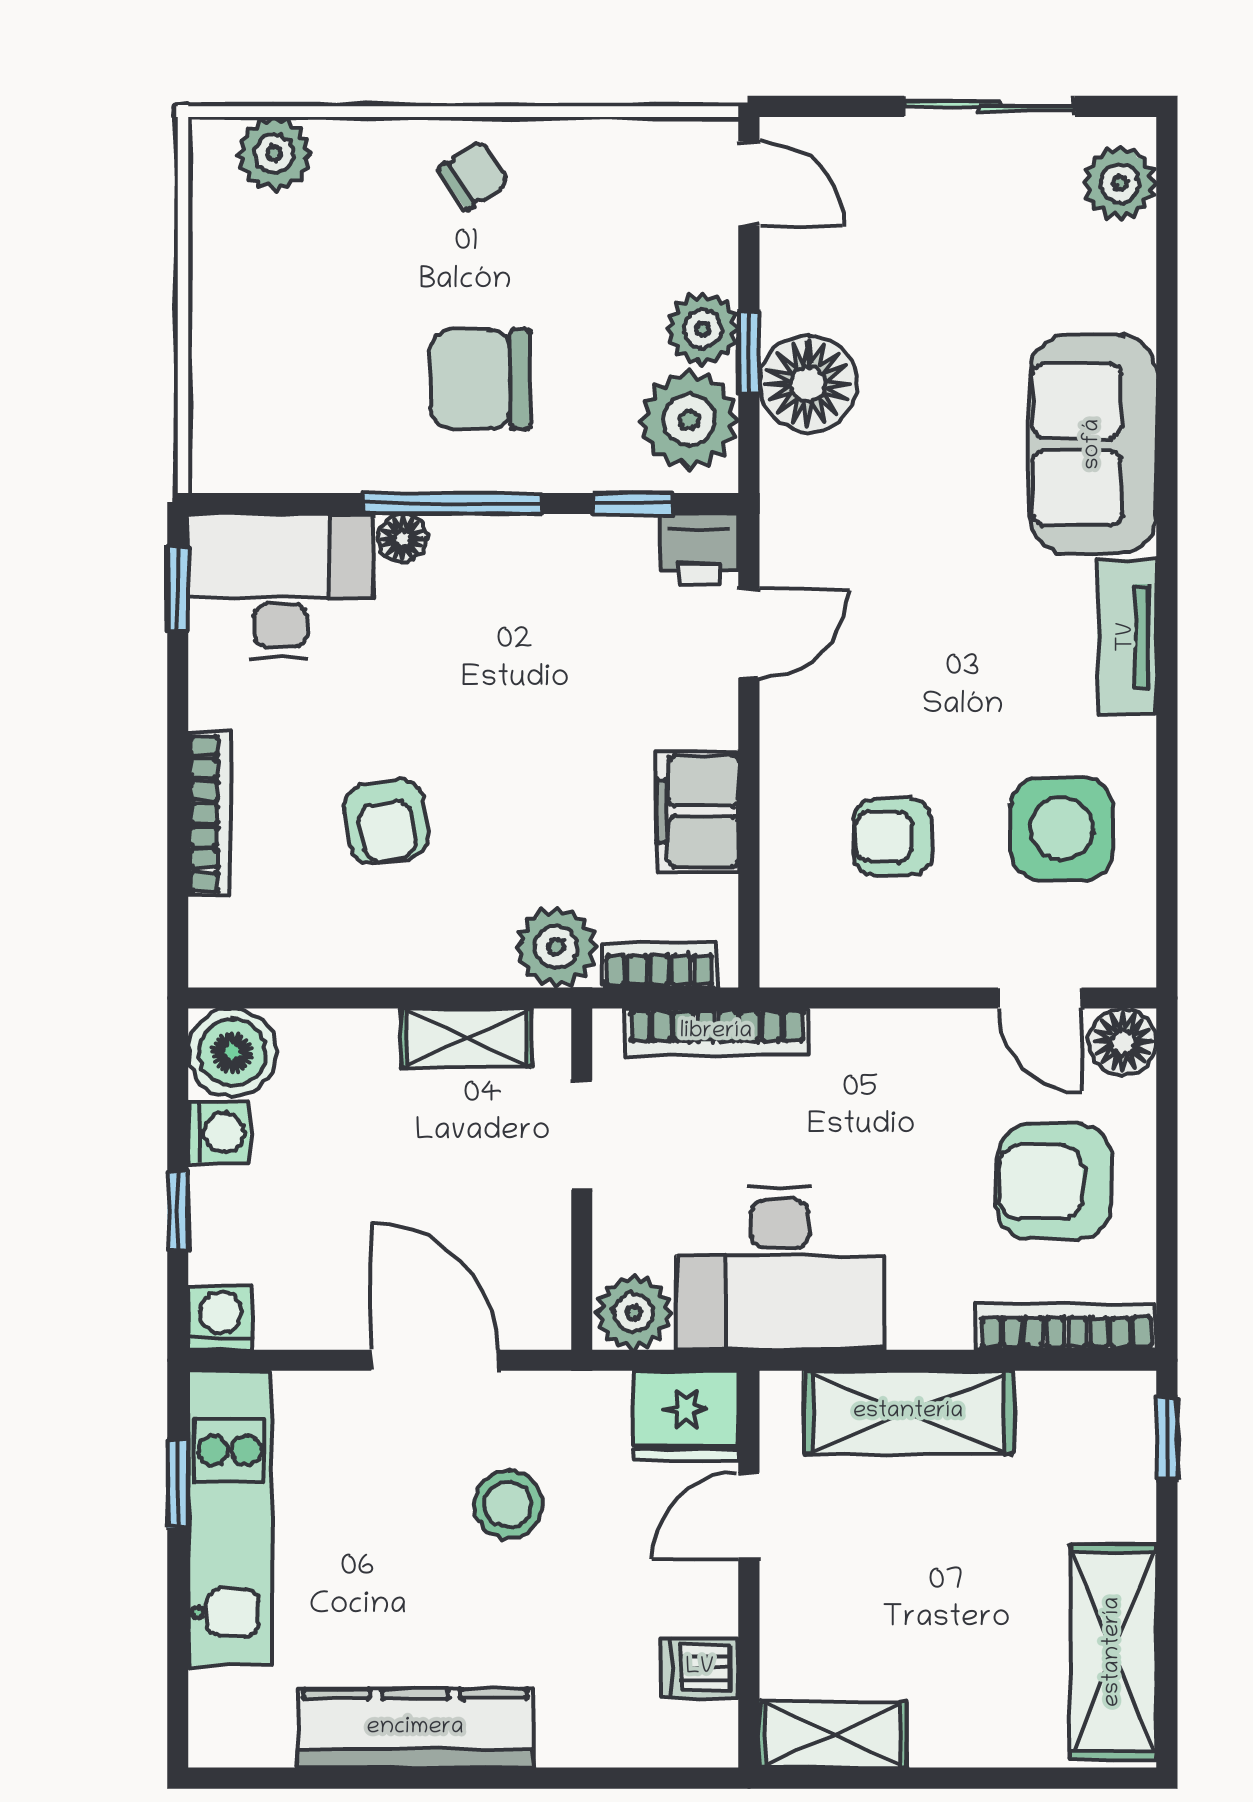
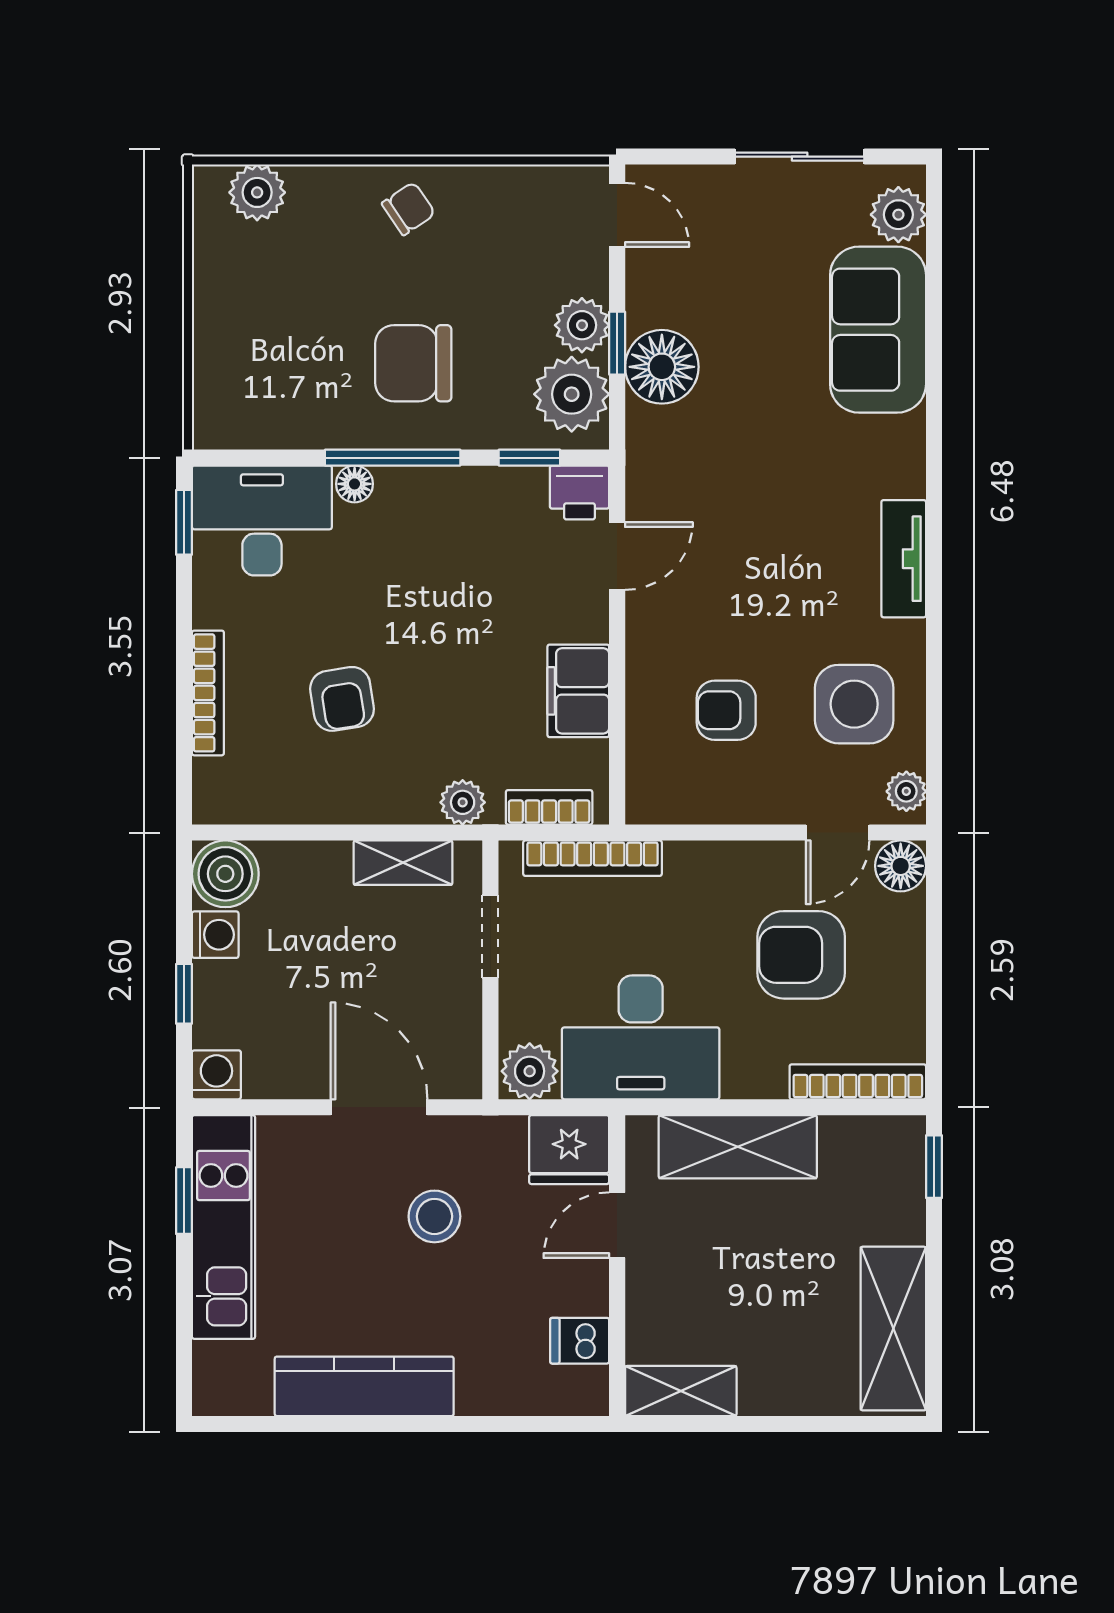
sofa: (1093, 444) -> (878, 330), moved
plant: (1130, 944) -> (906, 791), added
plant: (556, 947) -> (463, 802), width x0.73, depth x0.73
door: (1040, 998) -> (838, 833), hinge flipped
armchair: (1054, 1182) -> (801, 955), moved

